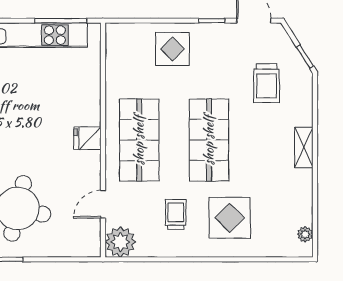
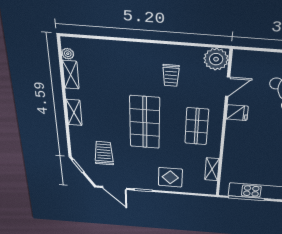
shelving: (114, 69) -> (212, 169), added
fridge: (87, 138) -> (237, 113), moved
shop shelf: (139, 140) -> (197, 126), width x0.70, depth x0.74
shelving: (304, 205) -> (71, 75), added
display table: (230, 218) -> (128, 70), removed

